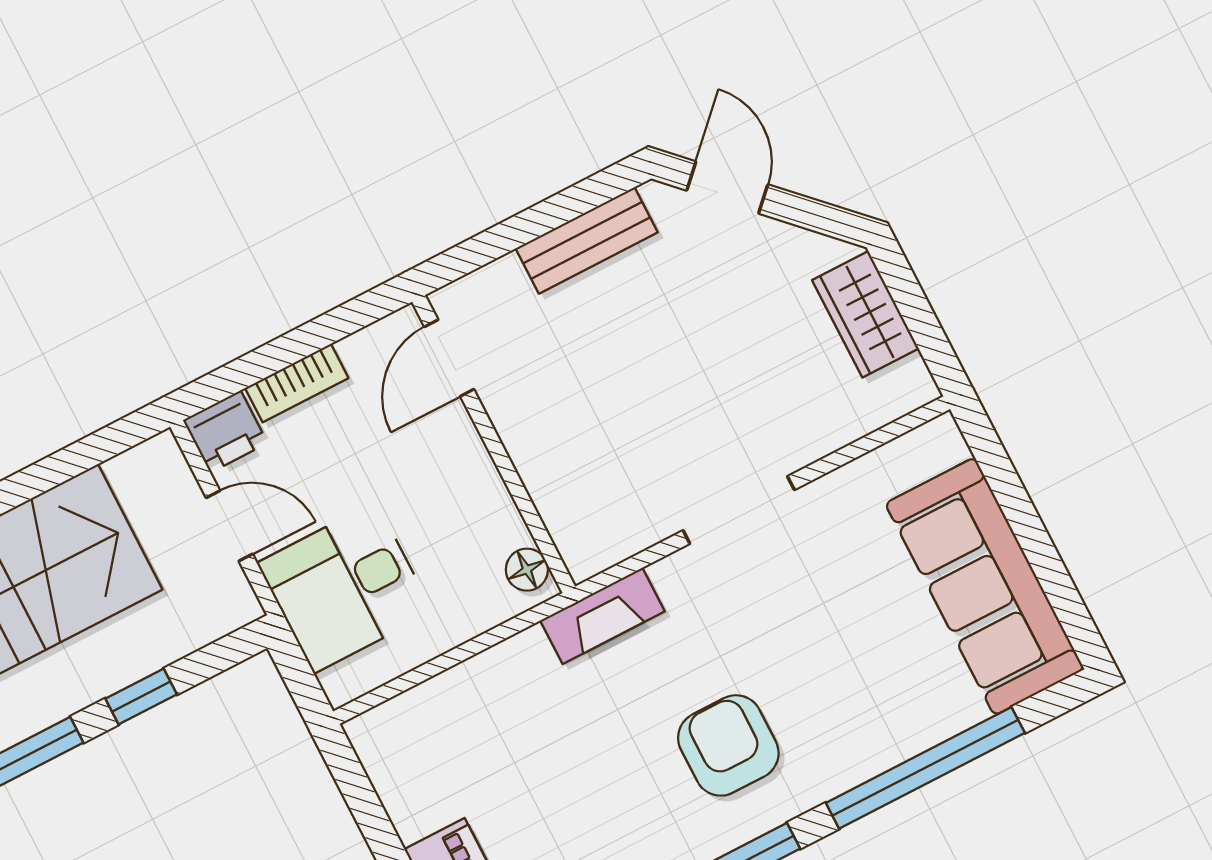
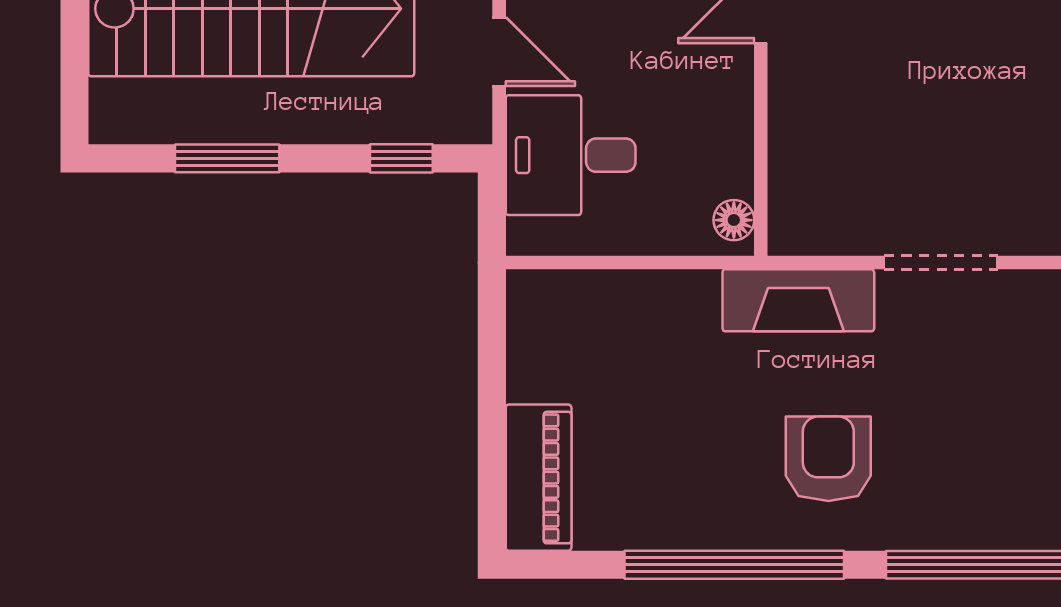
fireplace: (602, 616) -> (798, 300), width x1.37, depth x1.32
window: (141, 697) -> (401, 158), moved

